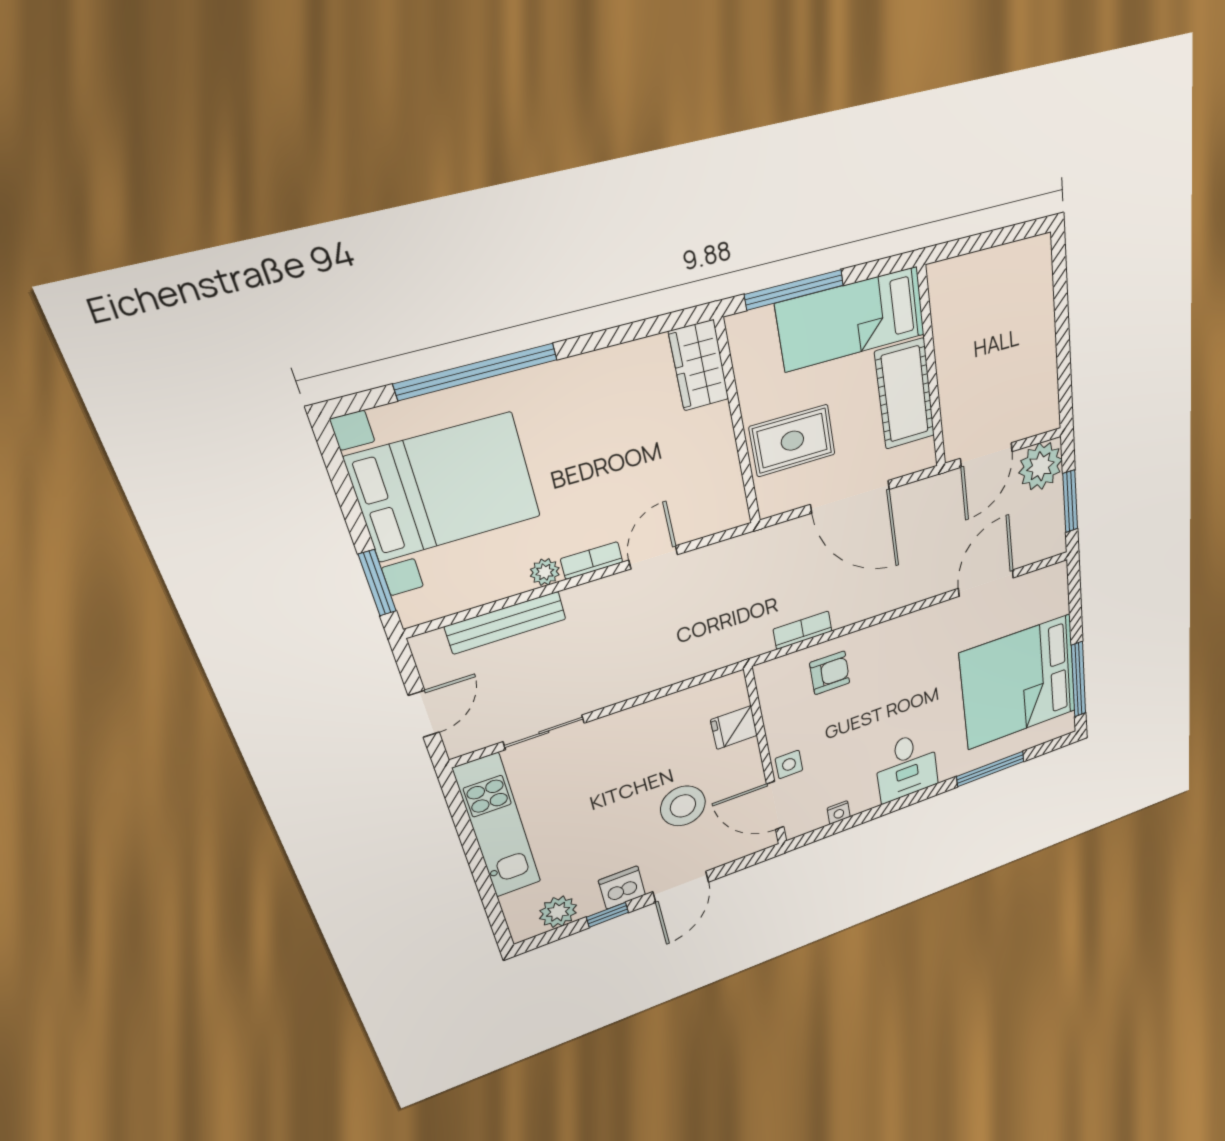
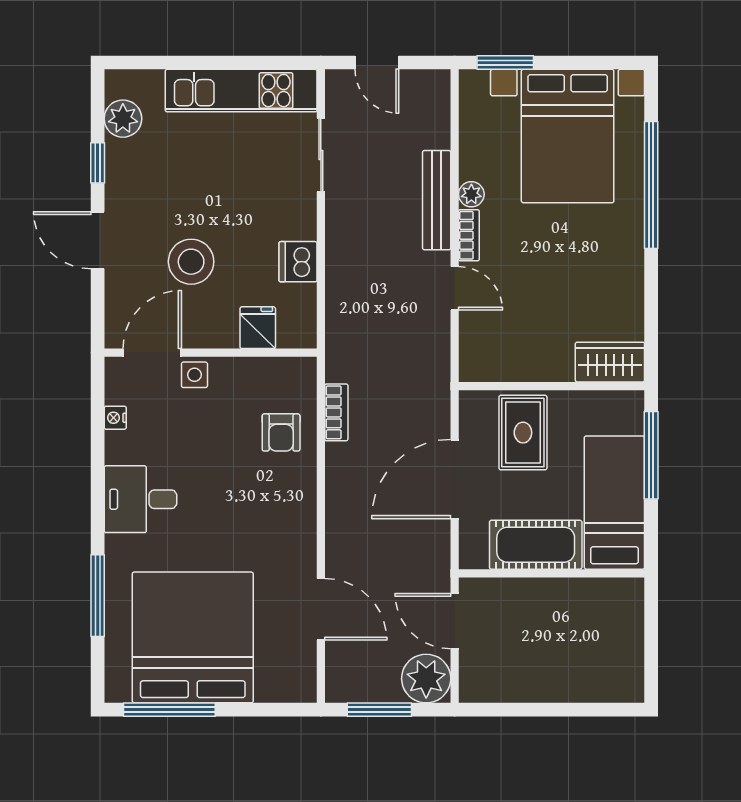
bench: (506, 623) -> (437, 200), moved
dishwasher: (622, 888) -> (298, 262), moved, turned 180

